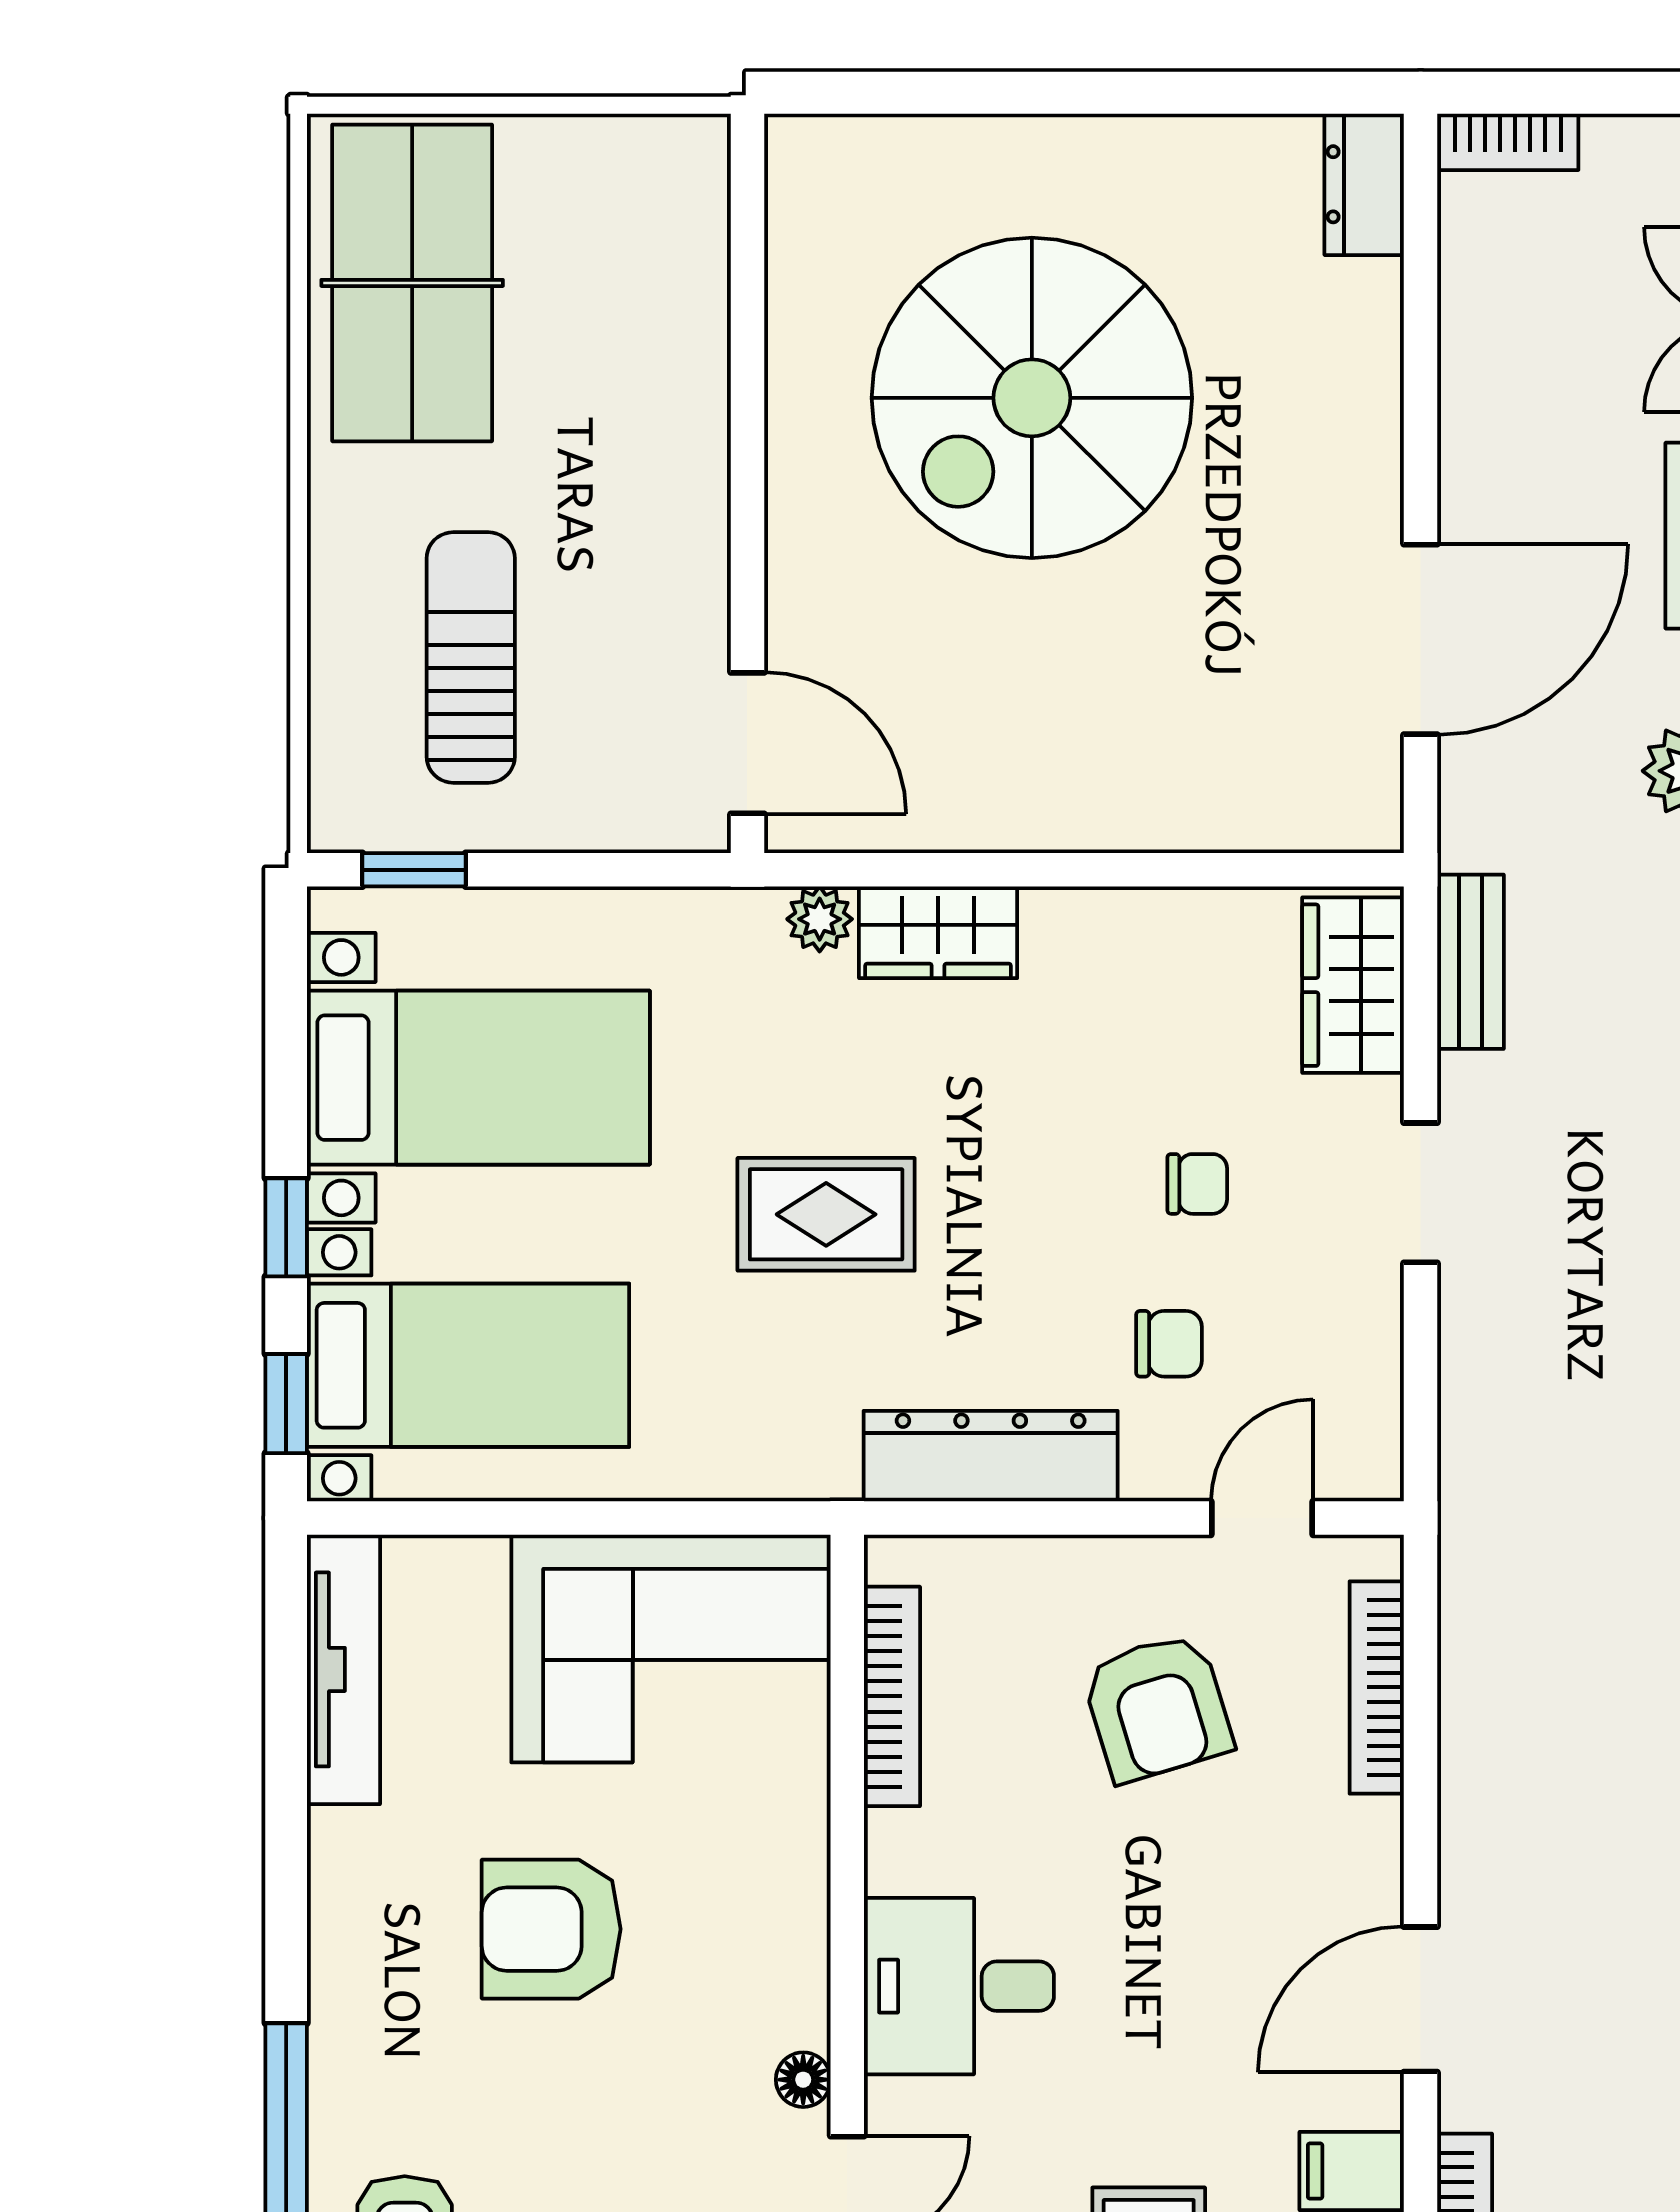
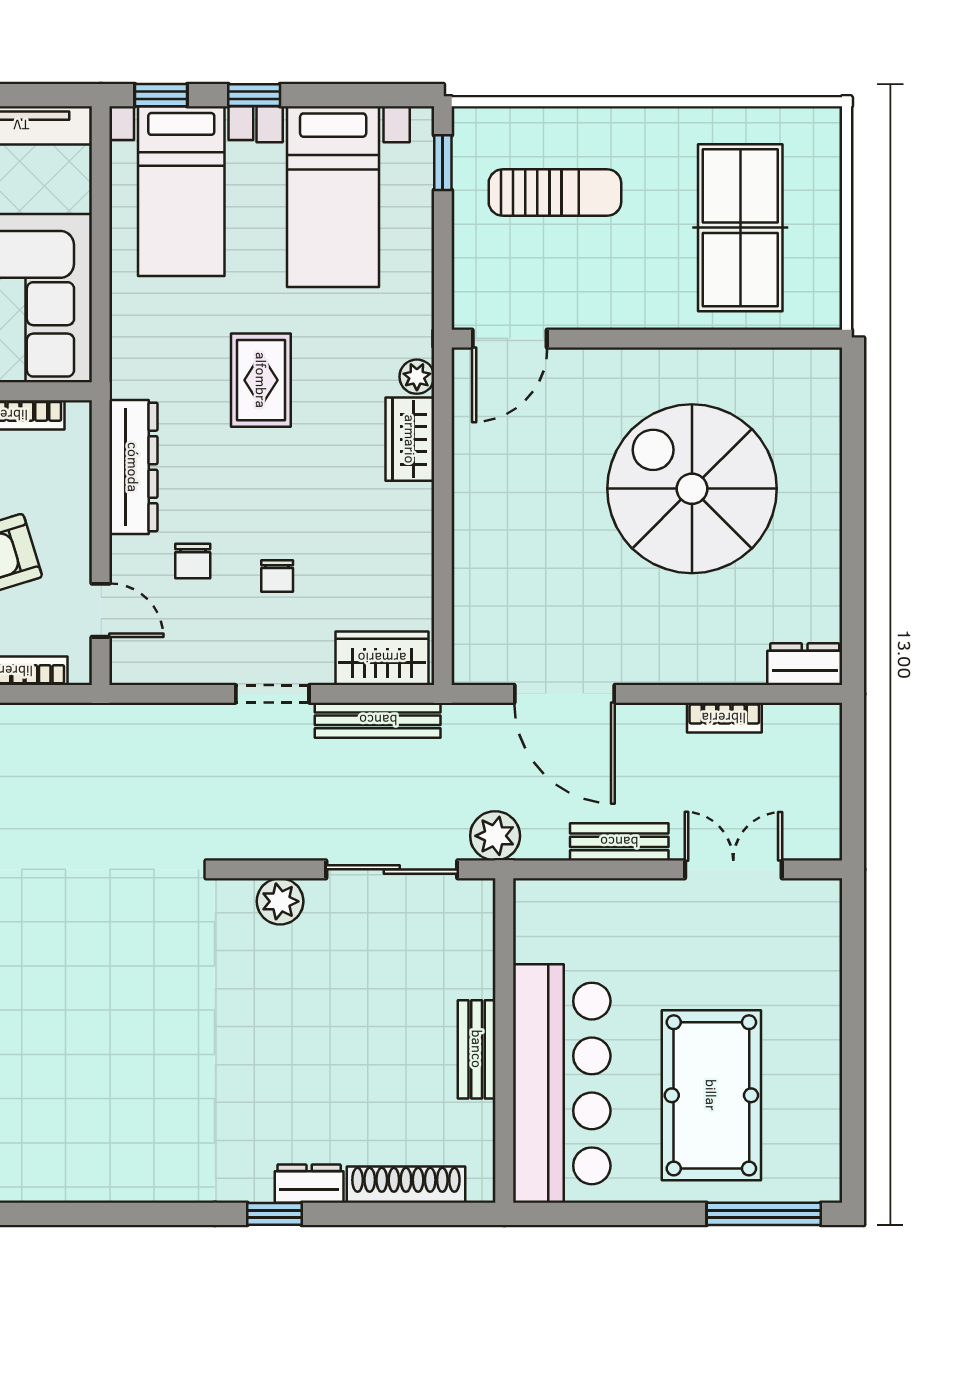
bookcase: (1508, 142) -> (724, 718), moved, turned -90
table tennis table: (412, 283) -> (740, 228), moved, turned 90
bench: (1471, 962) -> (378, 720), width x1.36

